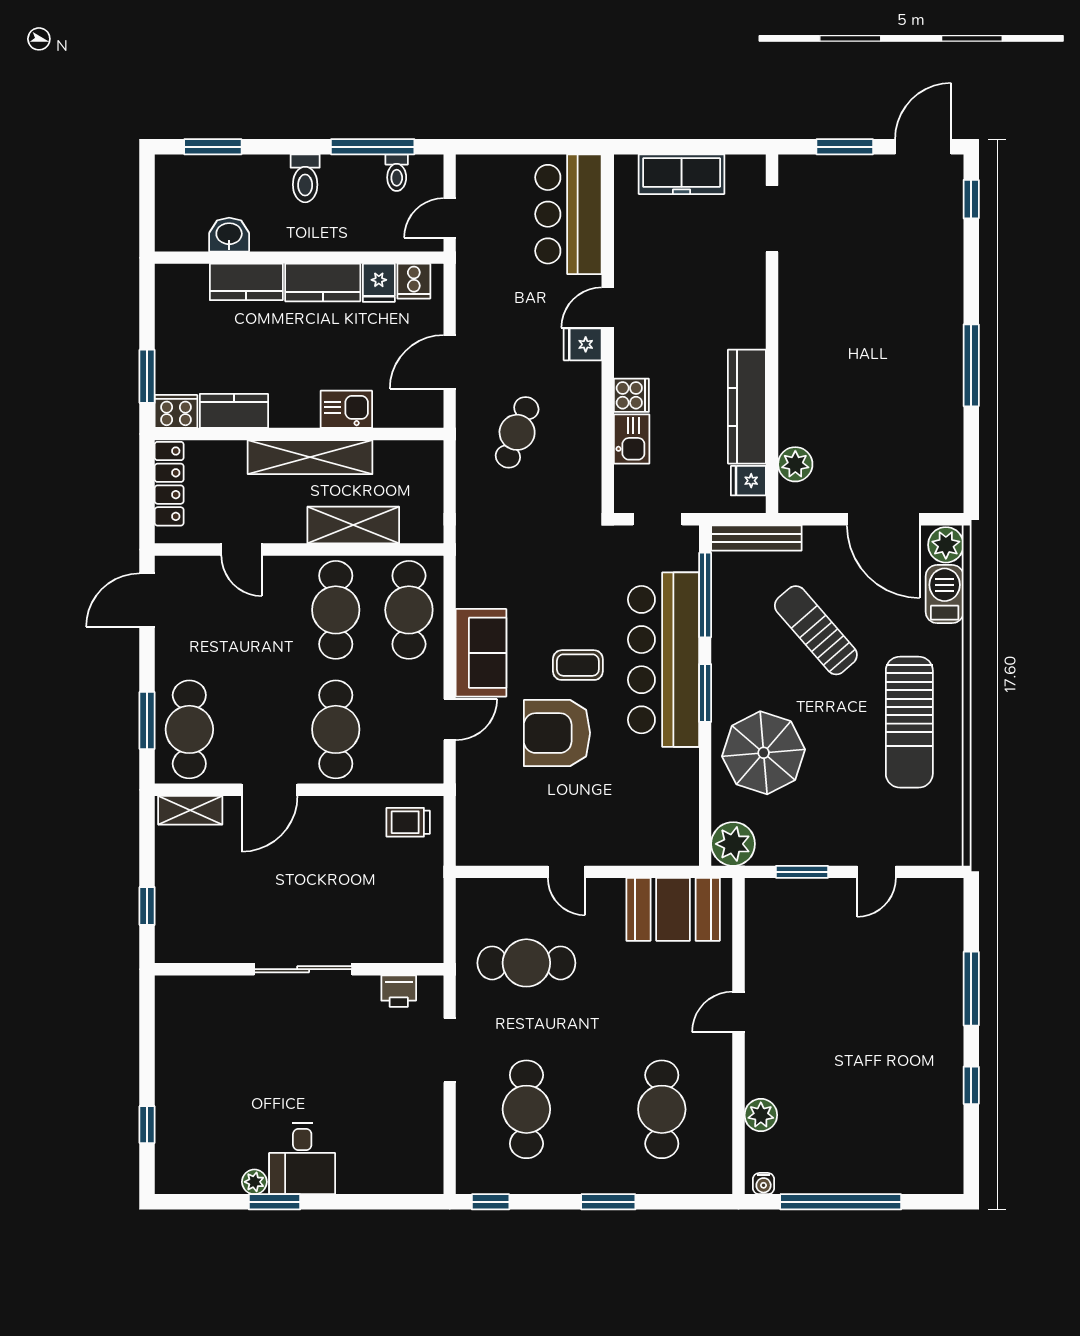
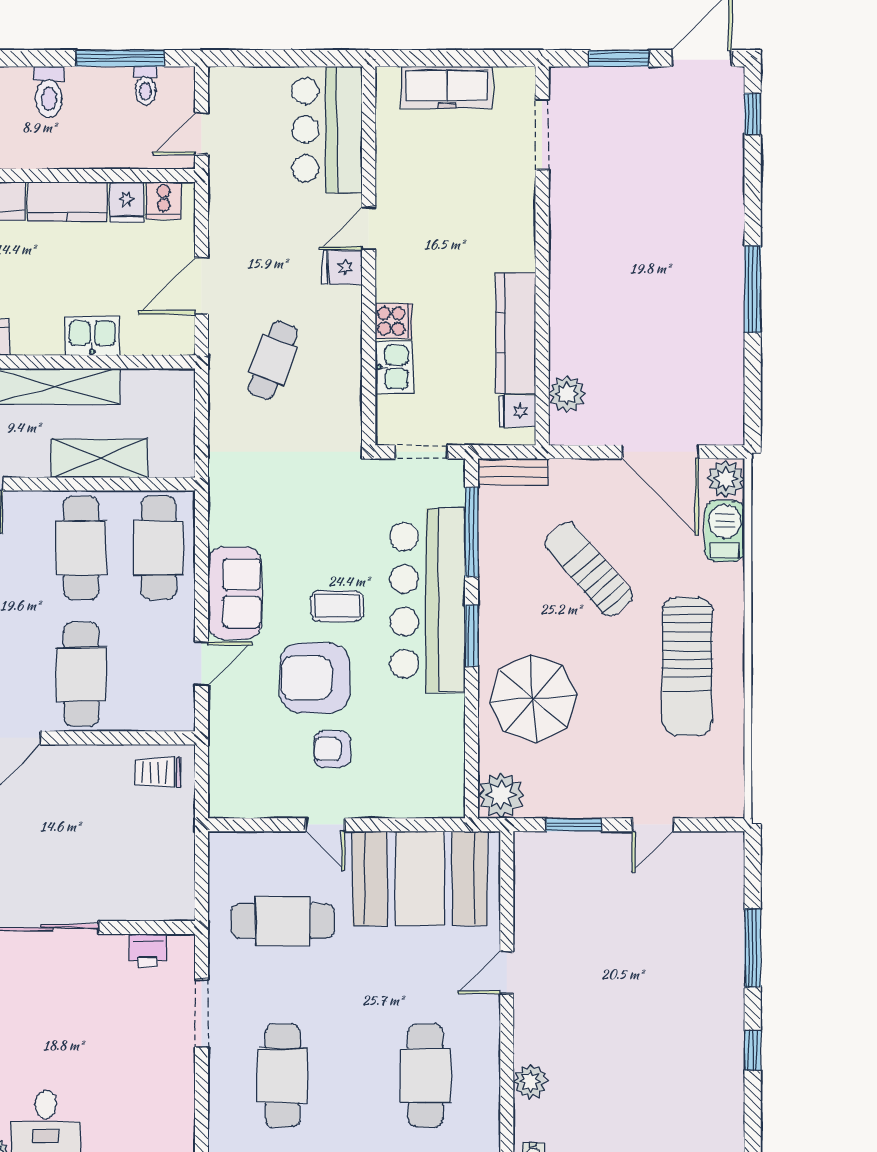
bench: (756, 538) -> (513, 472), width x0.73
armchair: (573, 800) -> (332, 749), added
booth: (673, 909) -> (420, 878), width x1.36, depth x1.42

